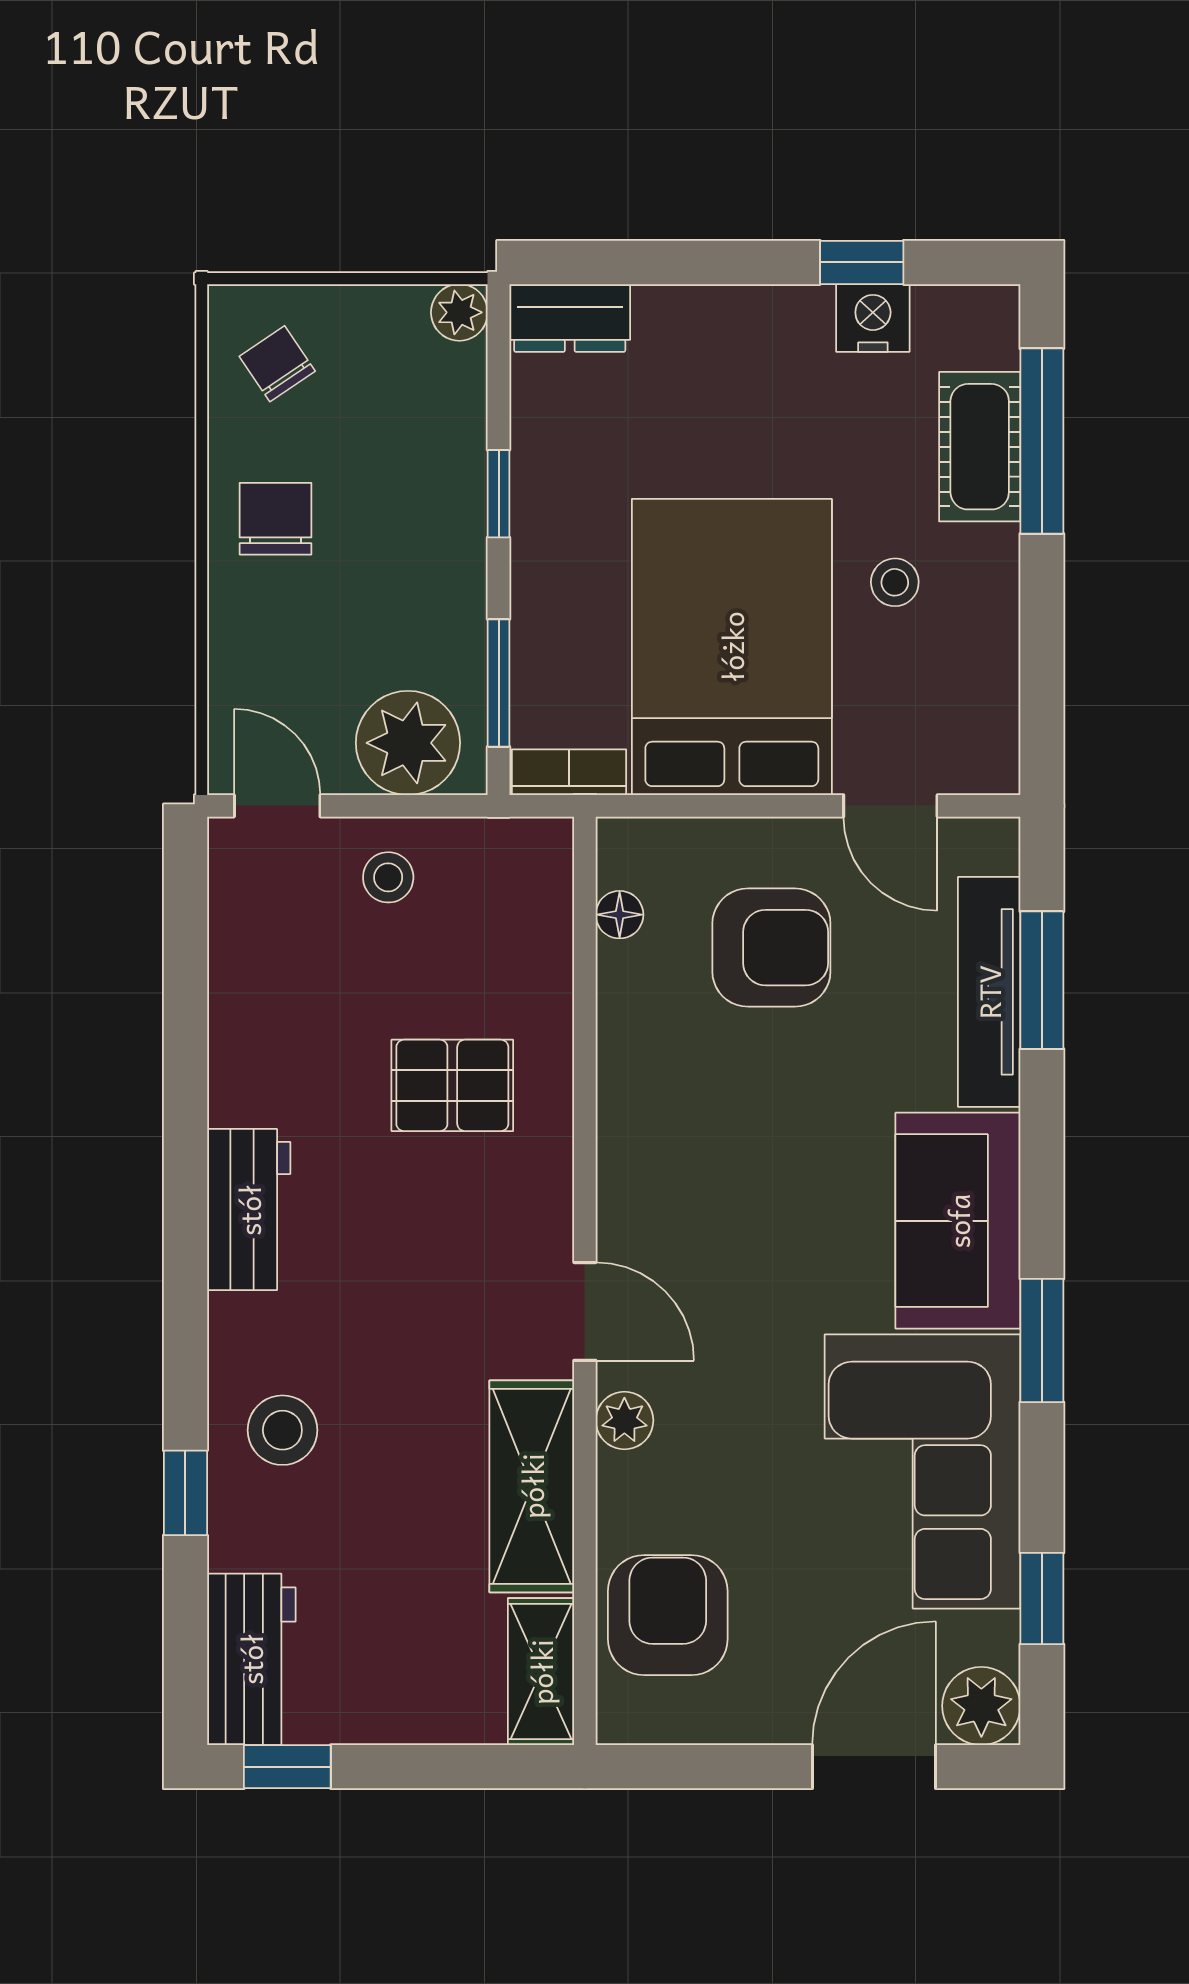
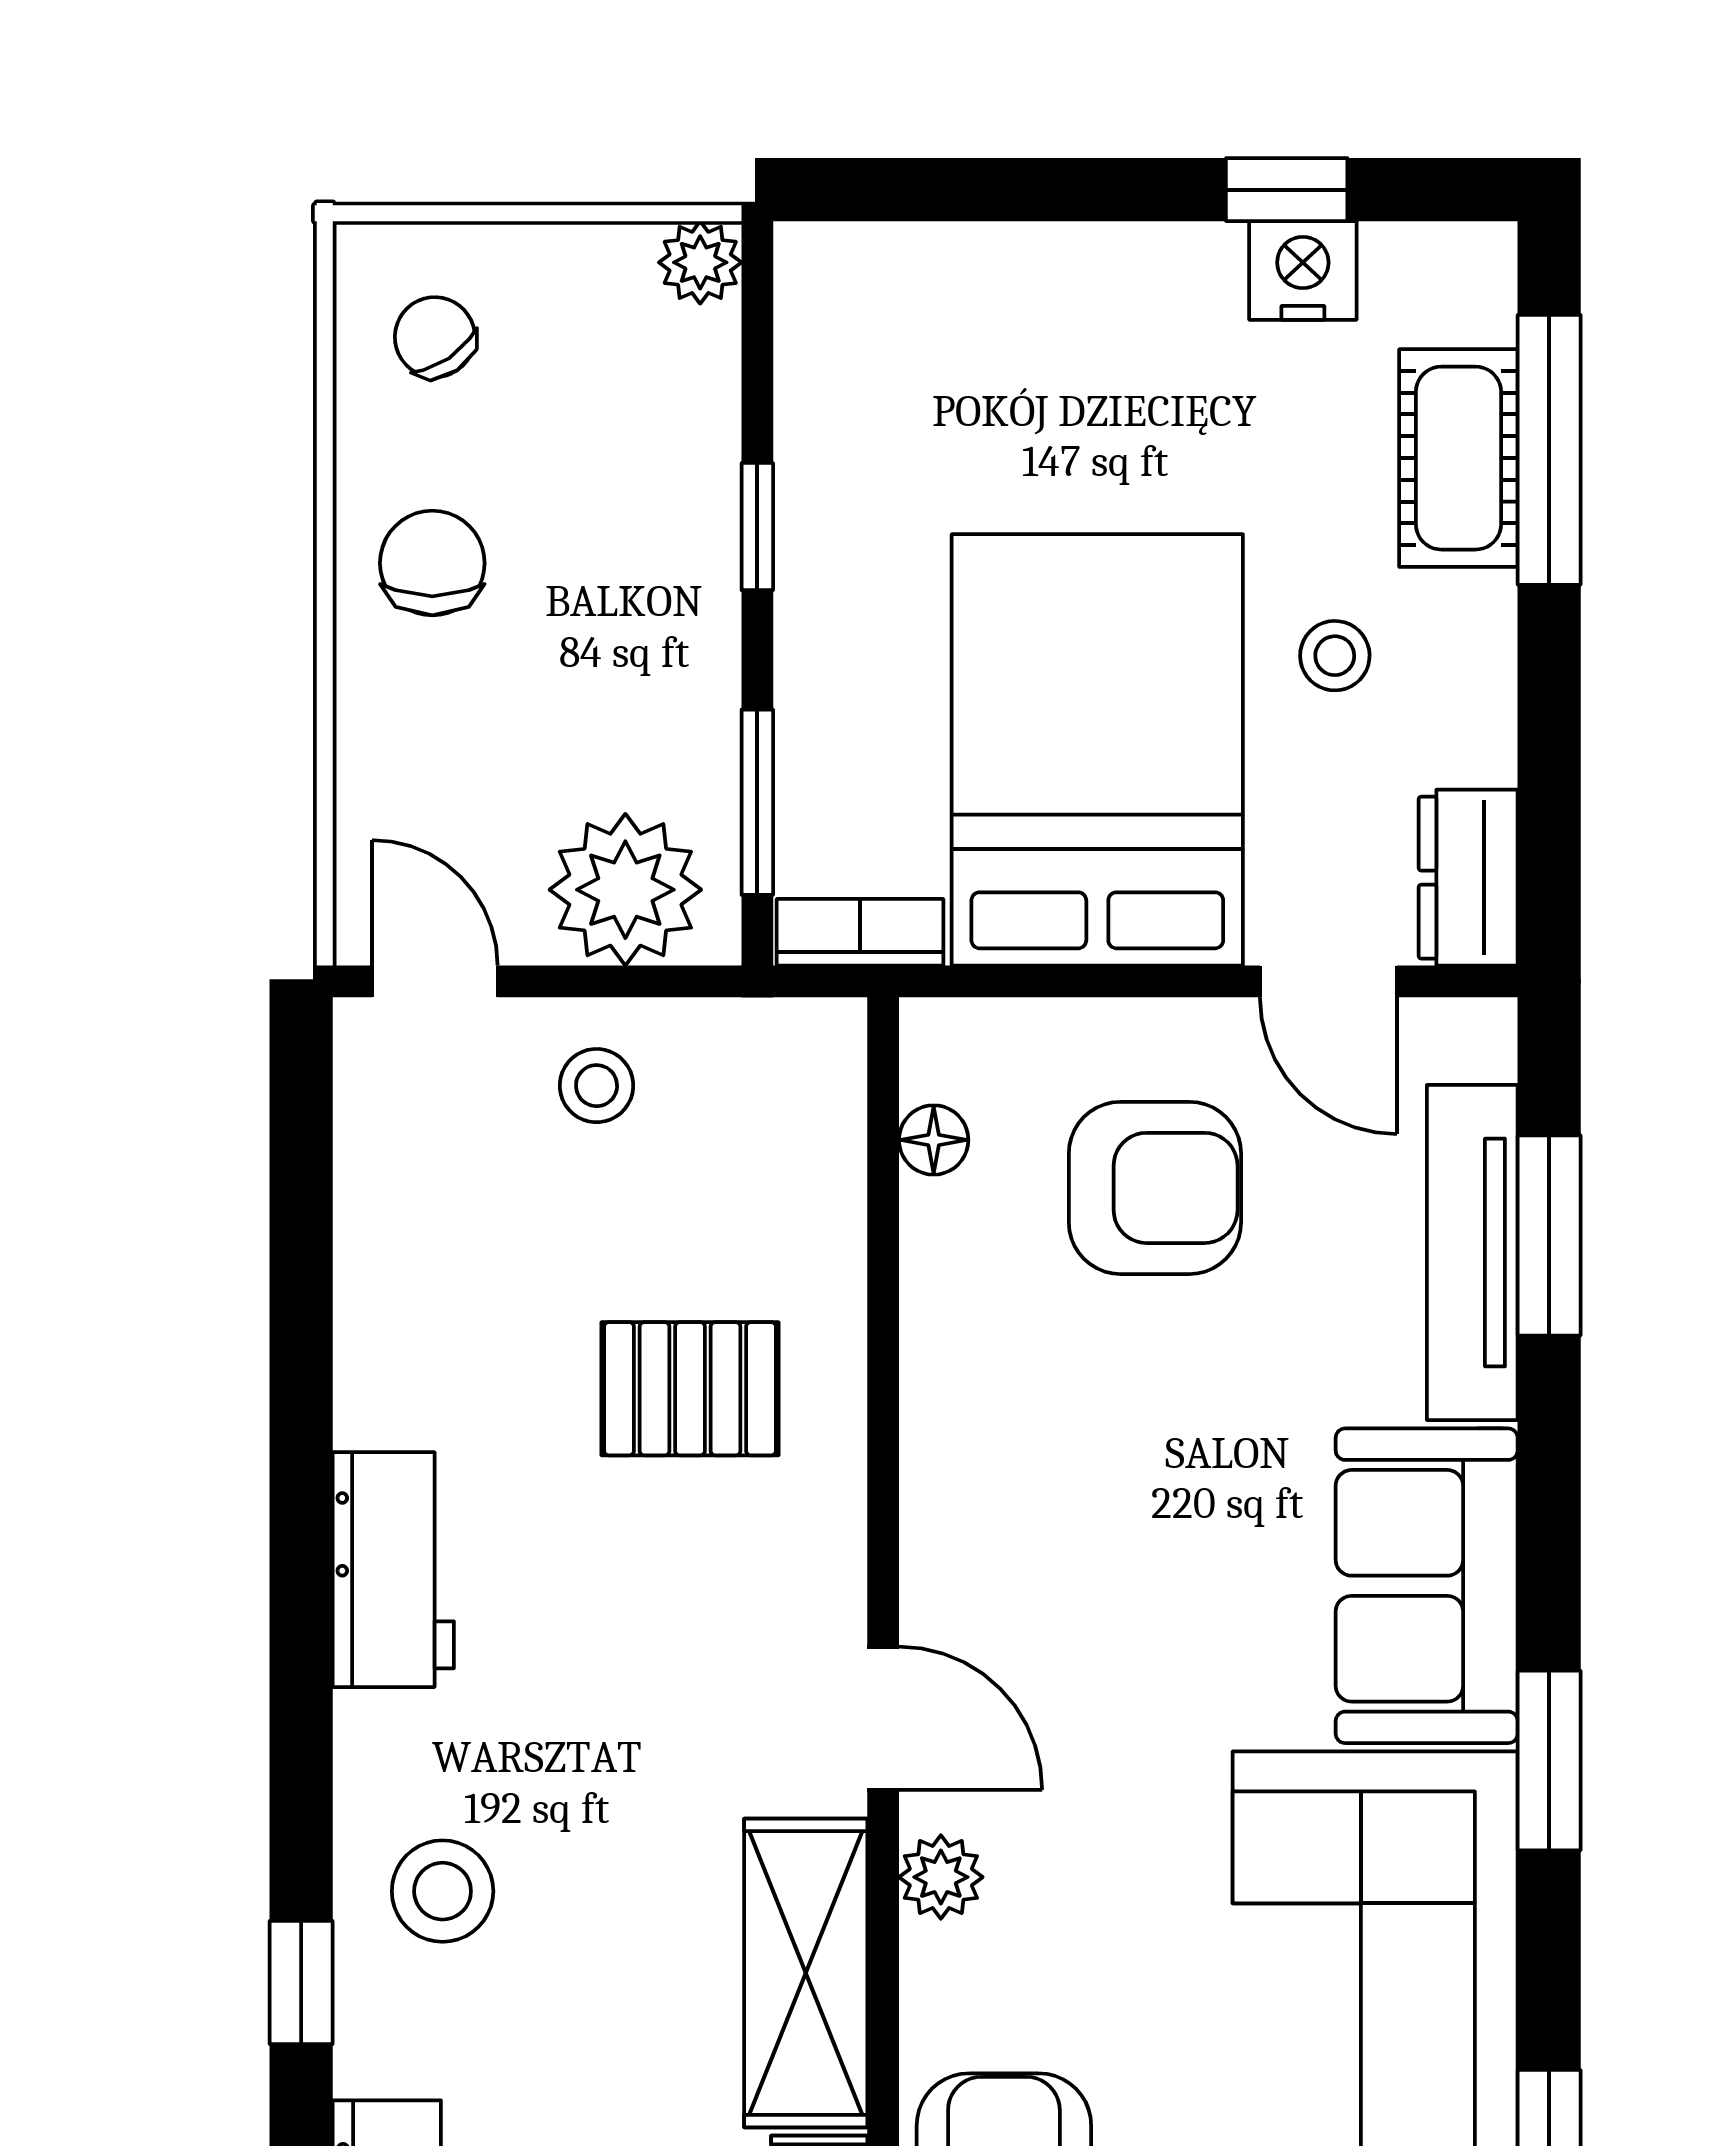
dresser: (570, 318) -> (1468, 878), moved, turned 90

